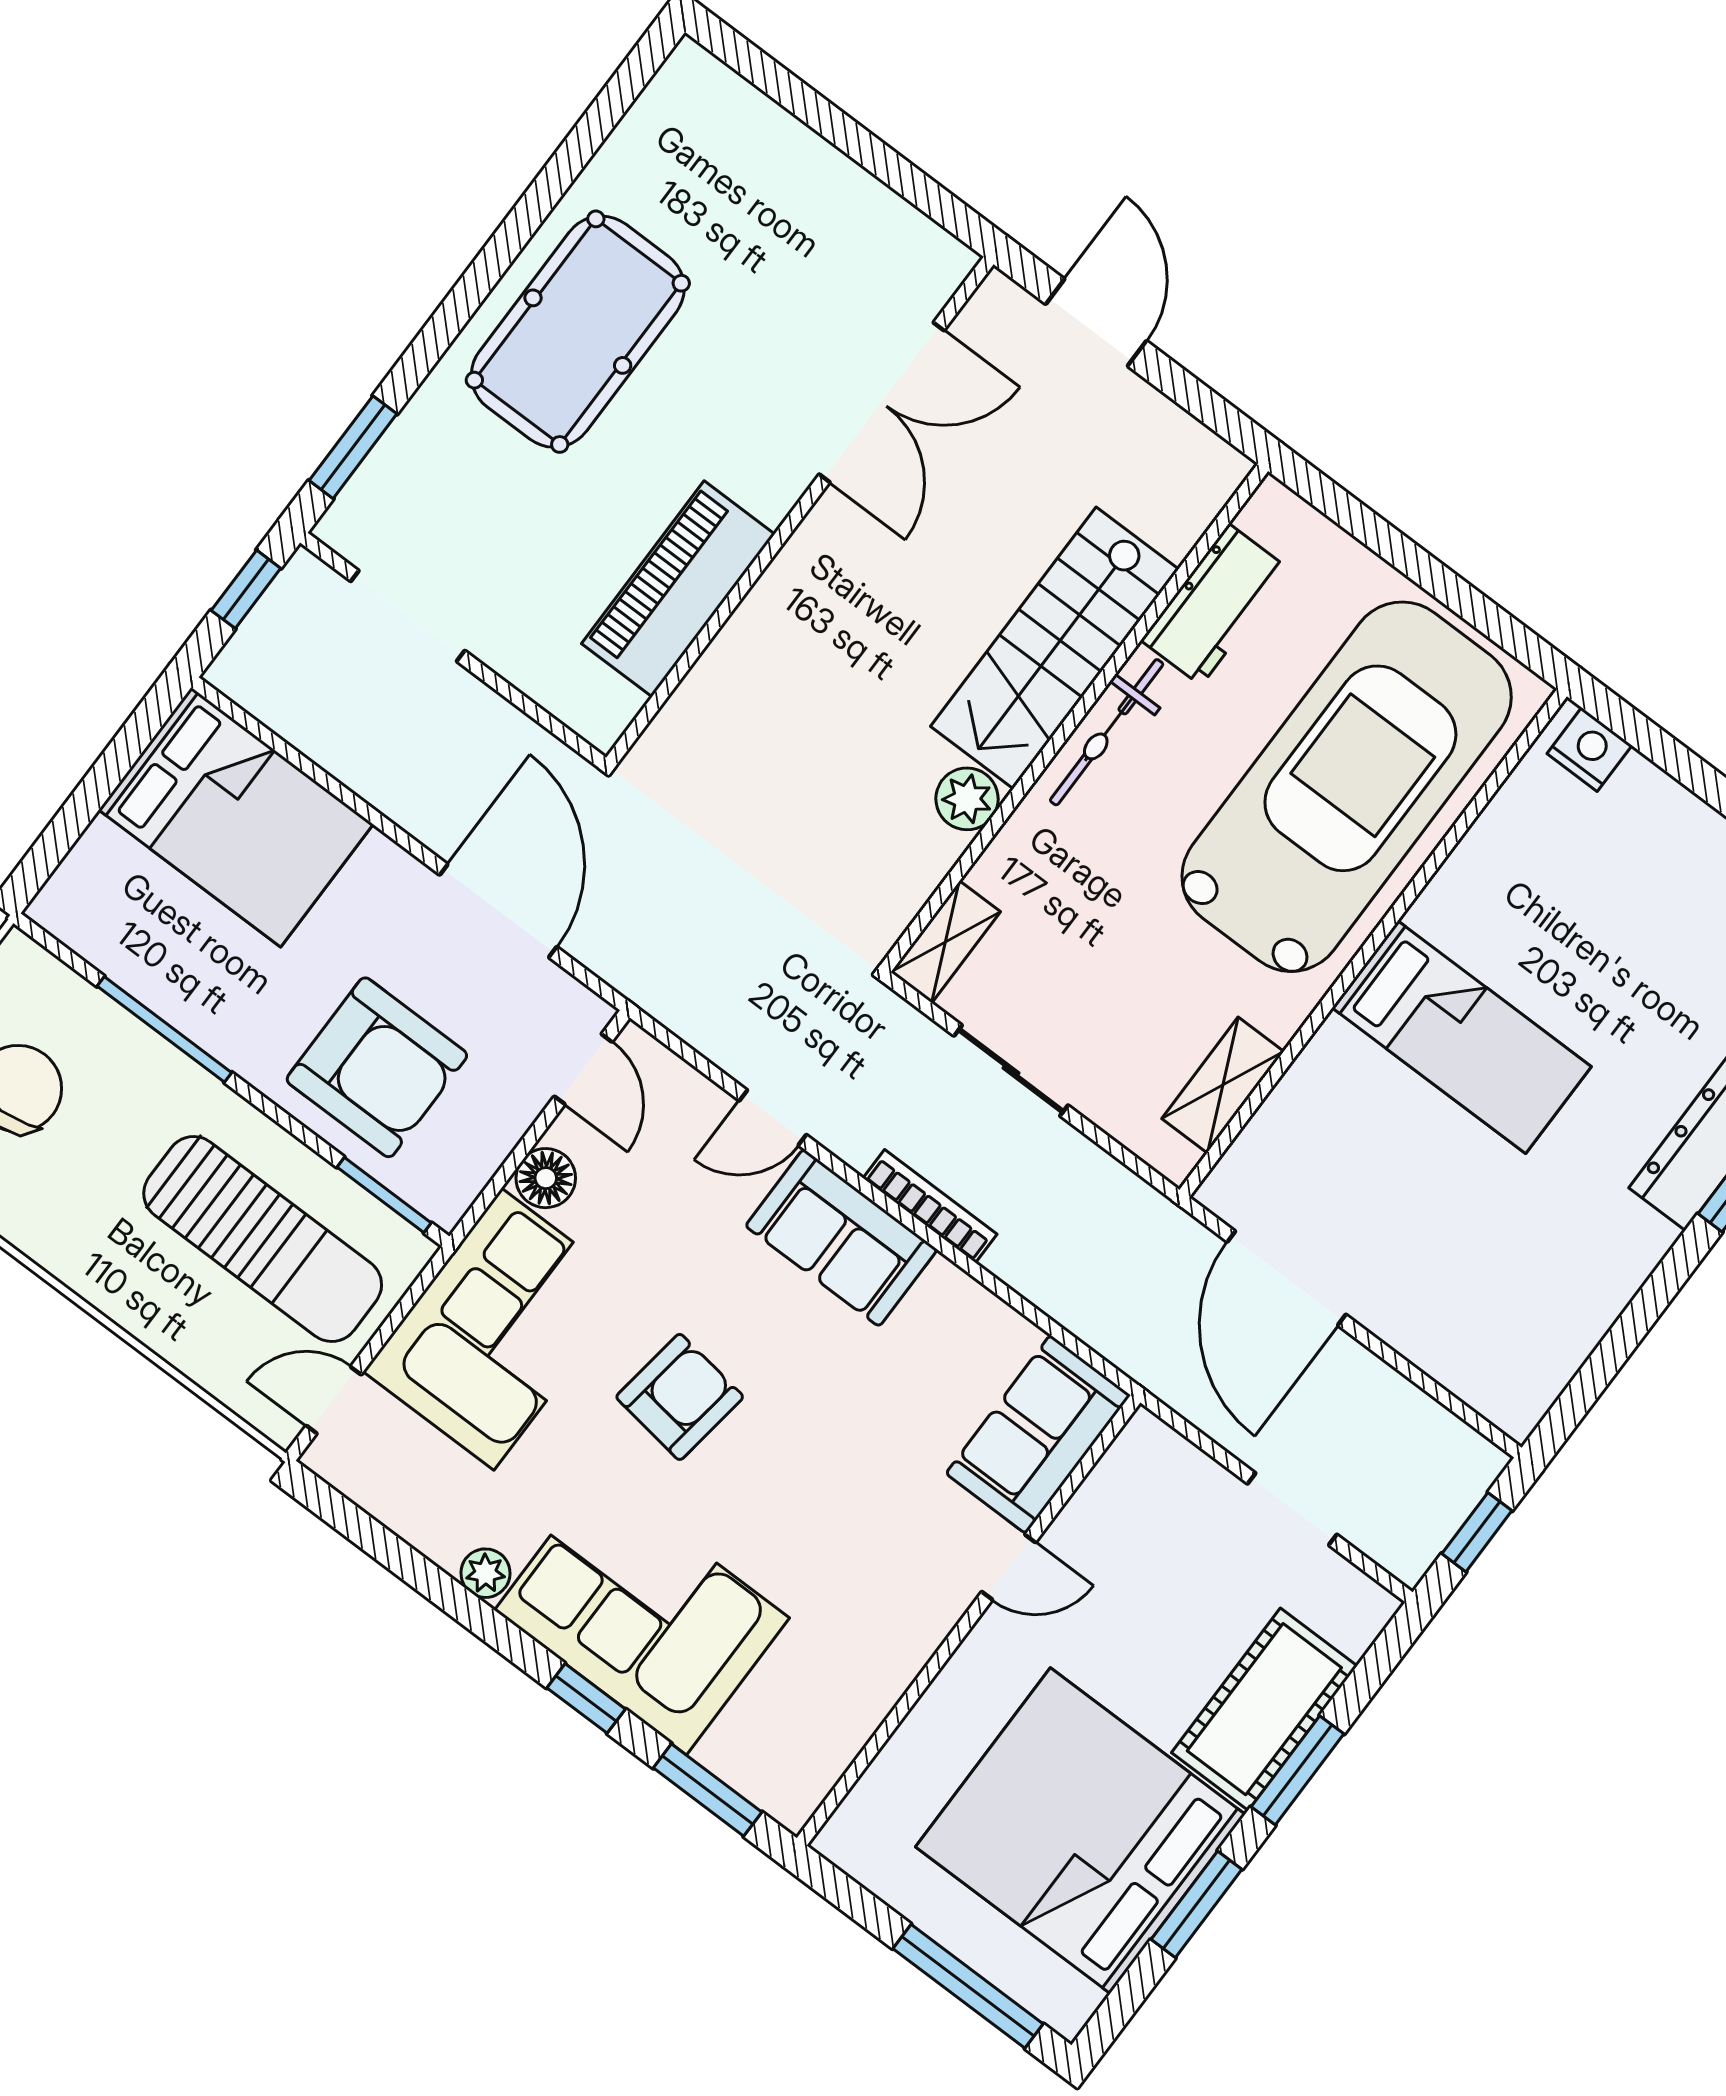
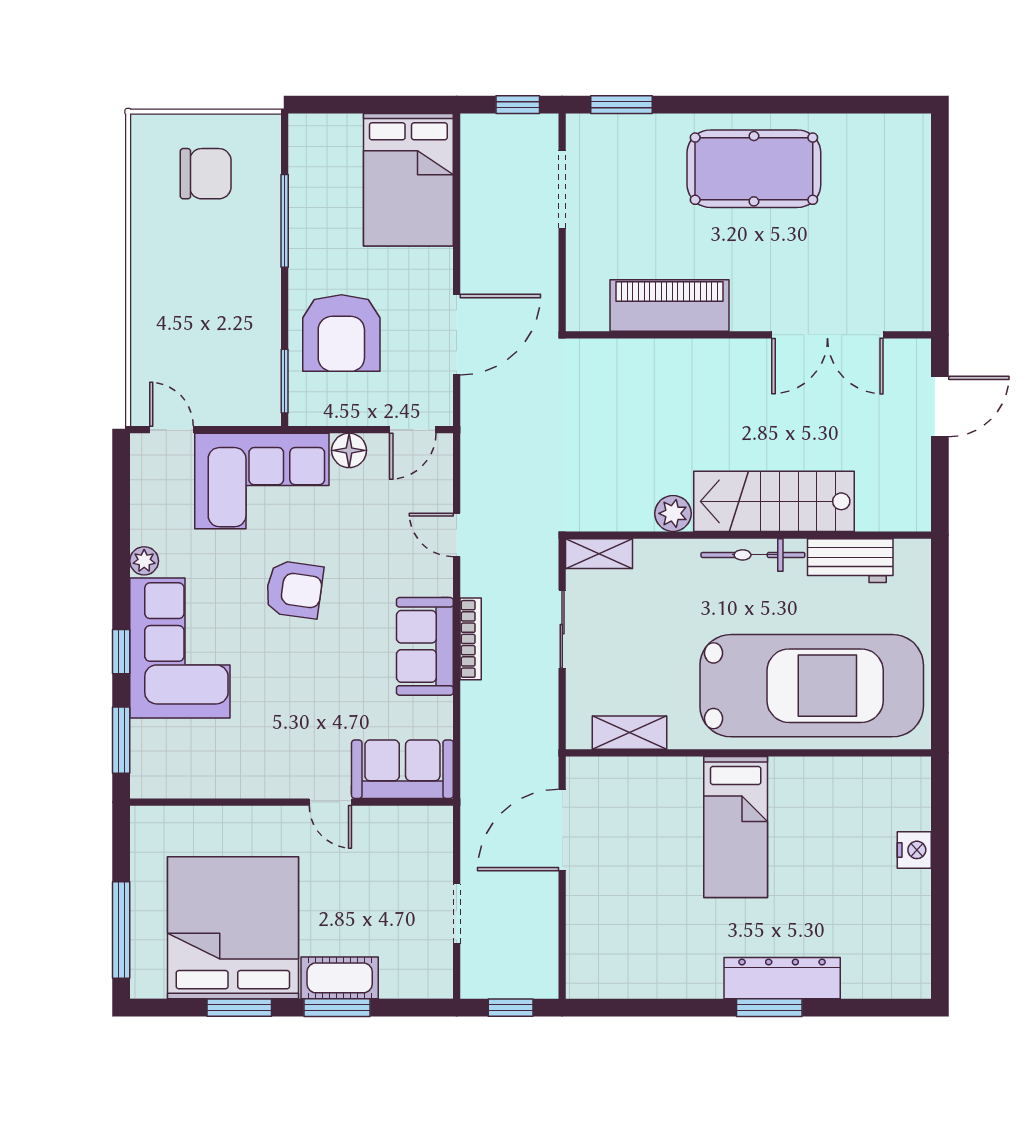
nightstand: (1589, 749) -> (914, 850), moved
sofa: (841, 1238) -> (425, 646), moved
sun lounger: (263, 1239) -> (221, 340), removed
cot: (1264, 1709) -> (340, 978), width x0.73, depth x0.75

